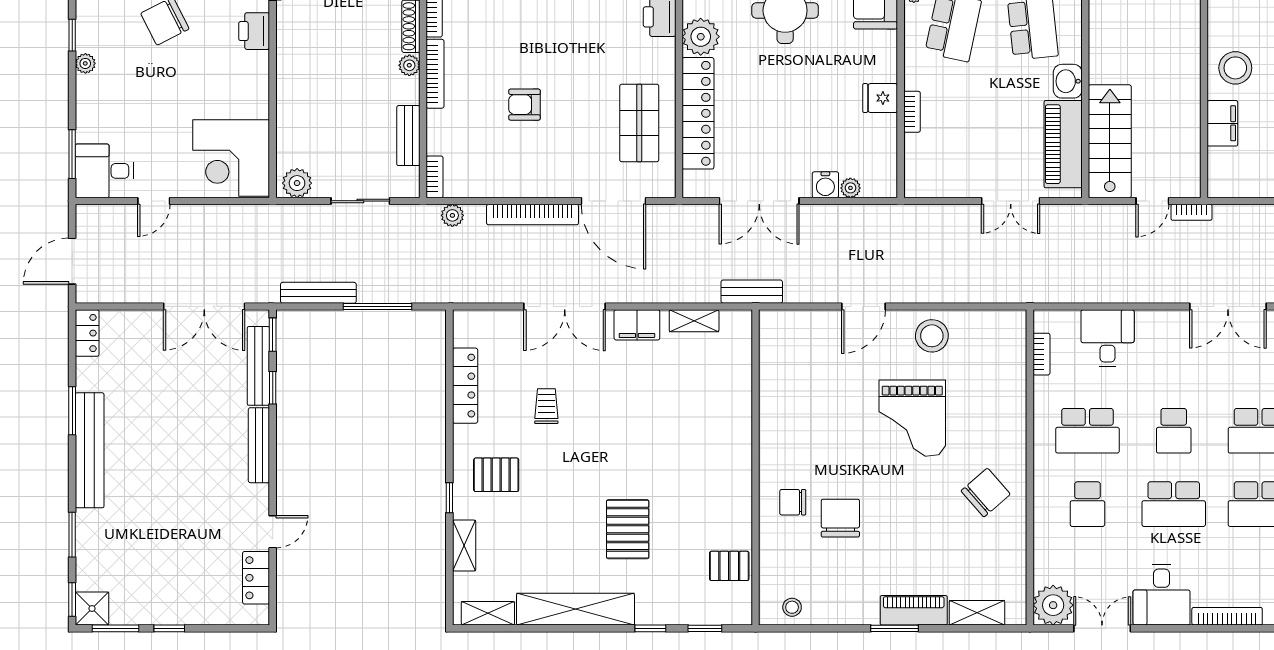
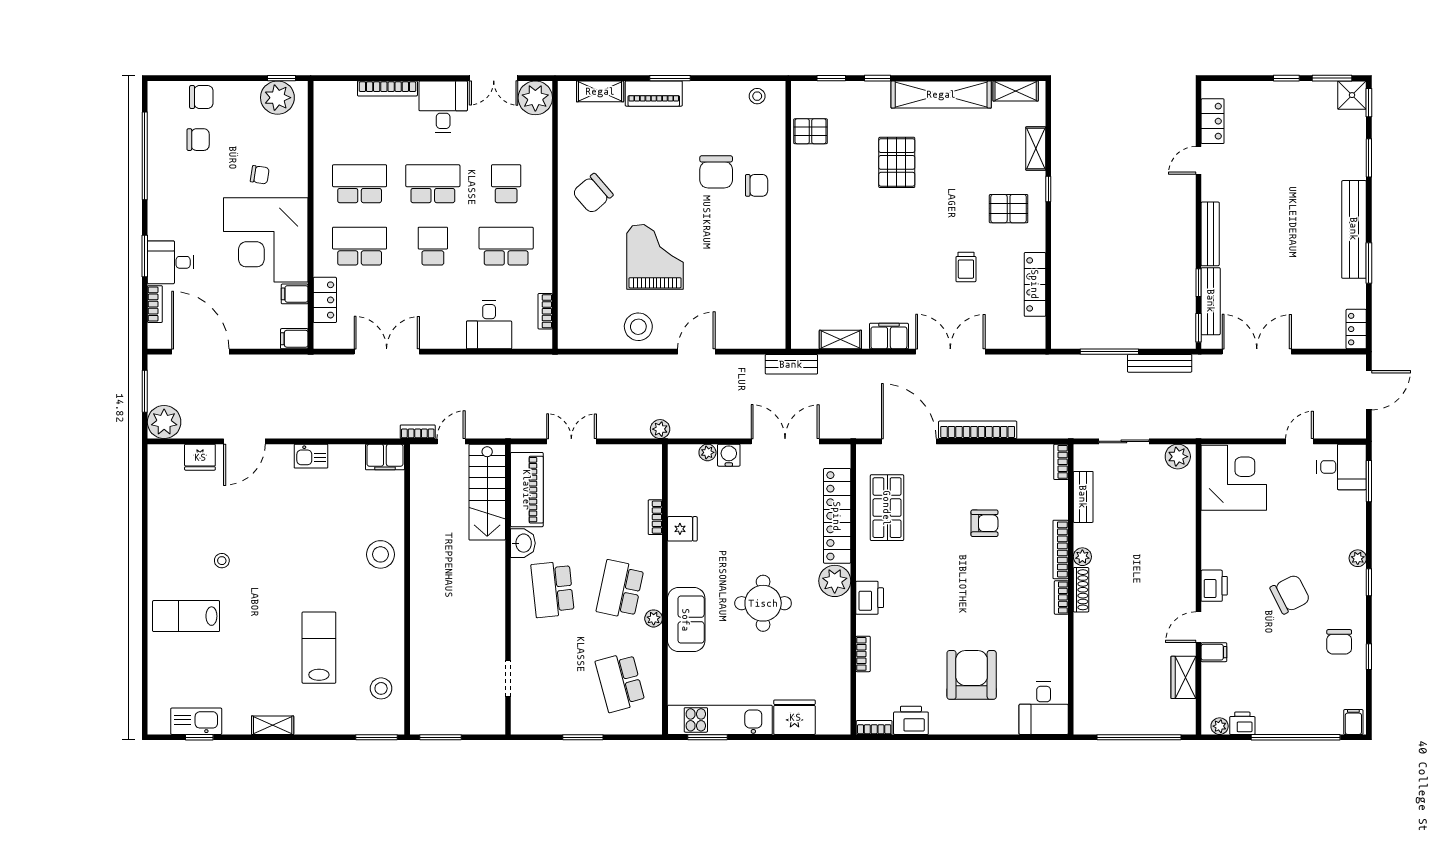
filing cabinet: (1222, 123) -> (385, 457), moved, turned -90
plant: (452, 215) -> (660, 429), moved

